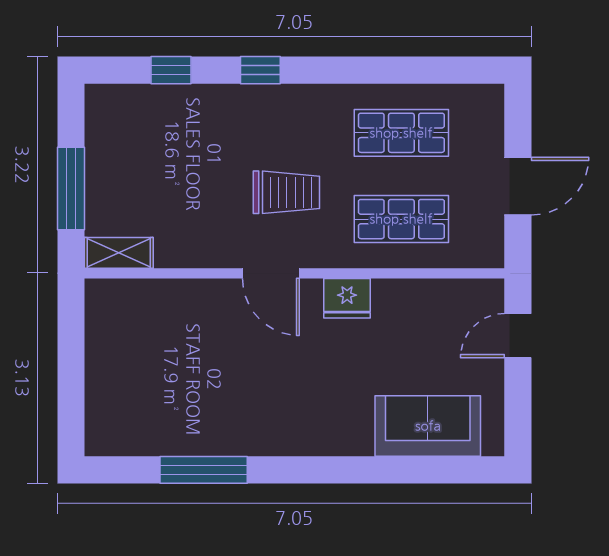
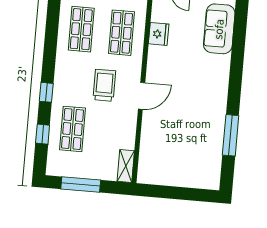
shop shelf: (188, 133) -> (73, 129), added
window: (71, 188) -> (81, 184), moved
fridge: (347, 298) -> (159, 34), moved

